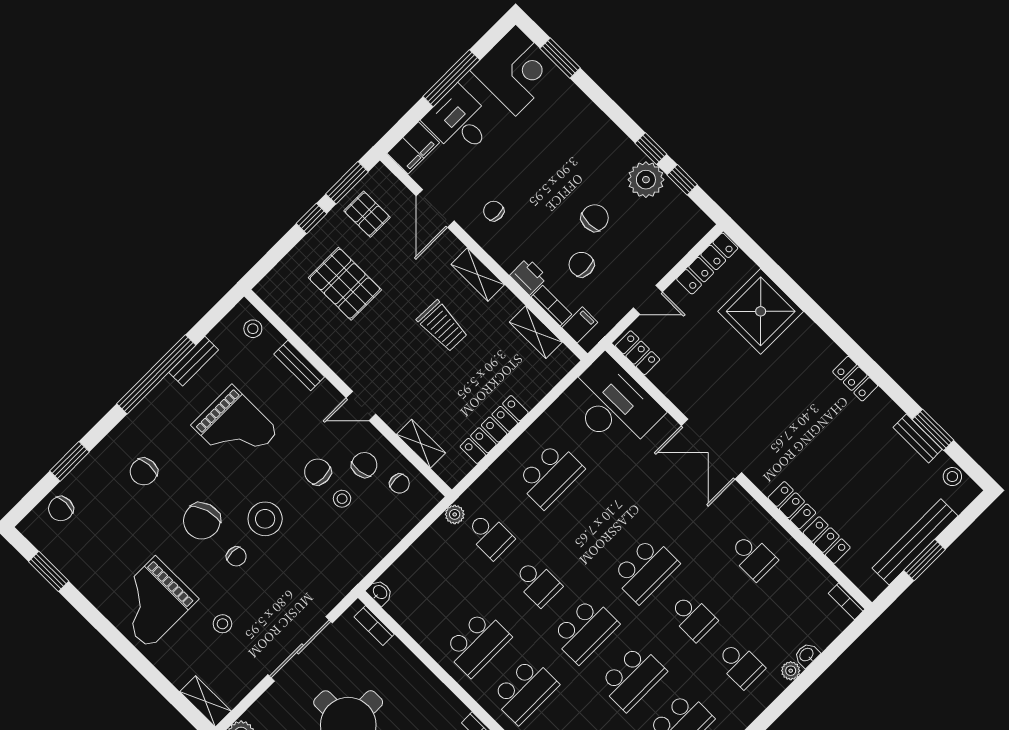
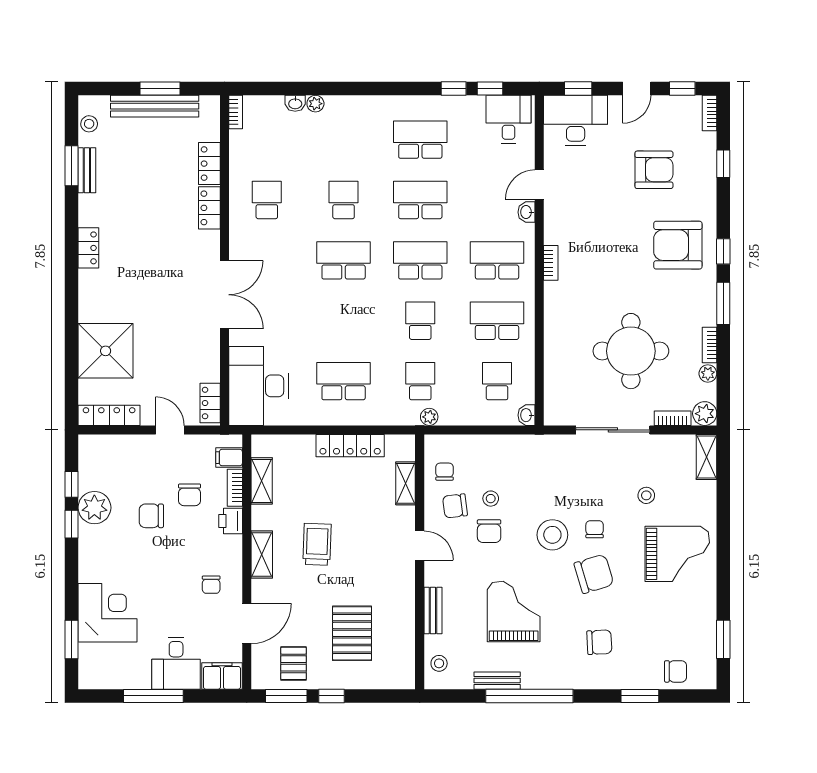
corner desk: (516, 70) -> (108, 613), moved, turned 90
bookcase: (374, 626) -> (673, 418), moved, turned -90
school desk: (740, 665) -> (497, 381), moved

